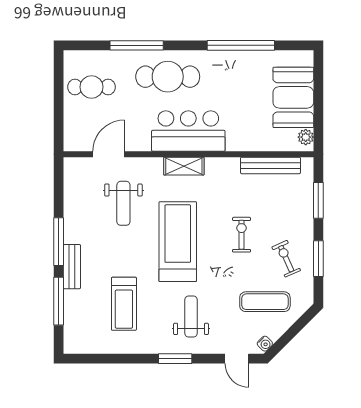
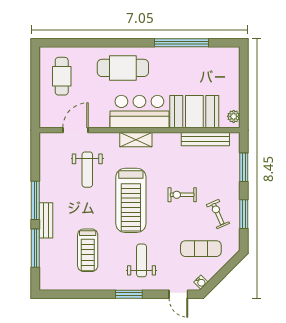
window: (137, 45) -> (98, 43), removed
cafe table: (92, 87) -> (62, 76), turned 90
booth: (293, 97) -> (194, 112), moved, turned 90
exercise bike: (242, 235) -> (182, 195), turned -90
treadmill: (178, 242) -> (131, 200), turned 180

